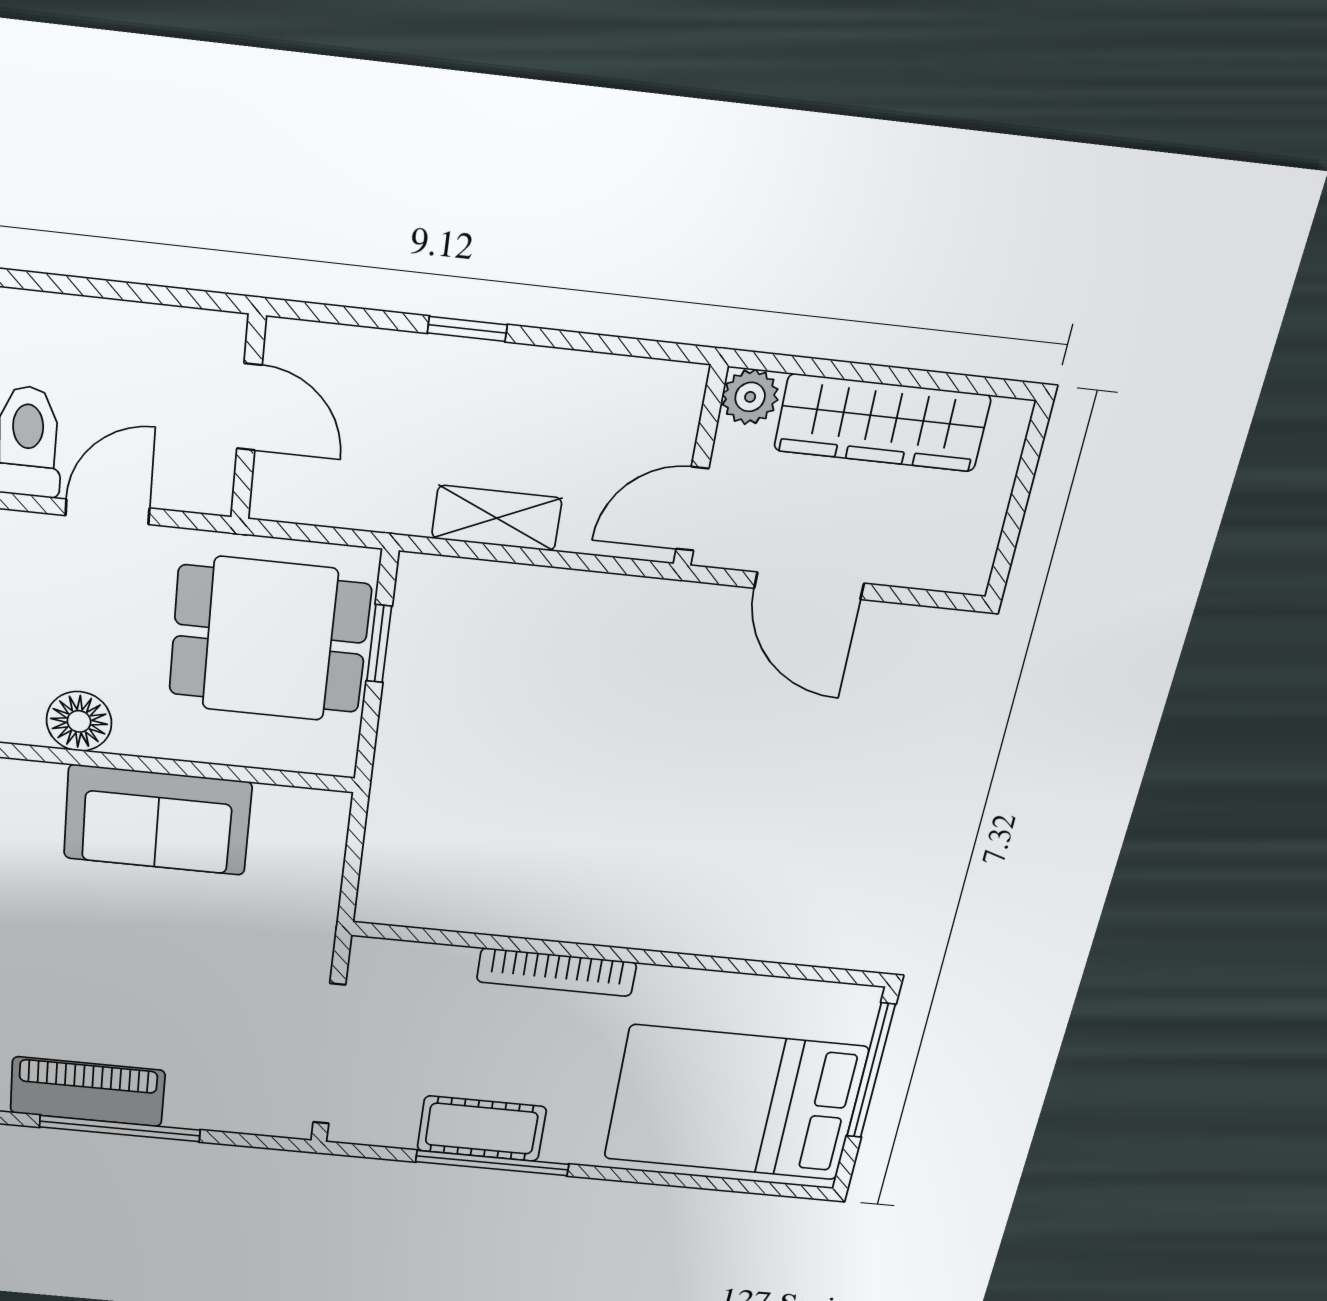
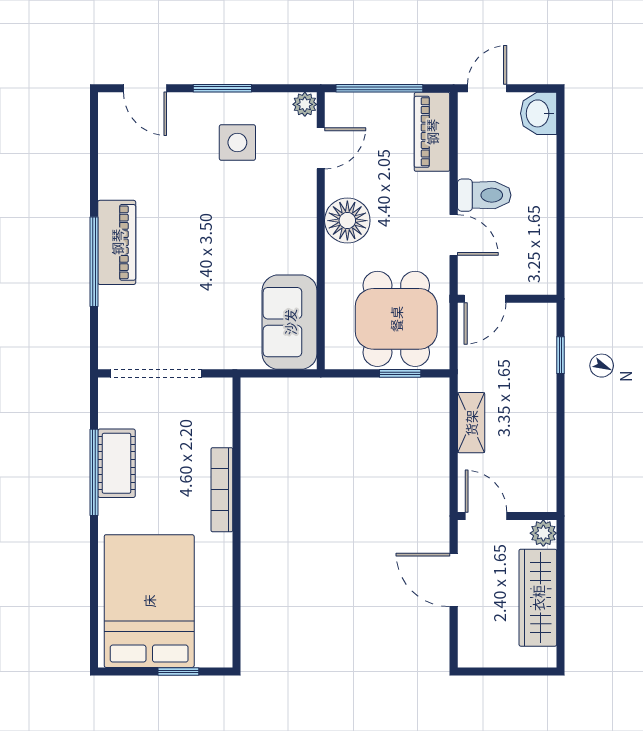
window: (467, 329) -> (561, 355), moved
door: (249, 407) -> (485, 299), moved
door: (809, 586) -> (454, 580), hinge flipped
floor lamp: (79, 721) -> (347, 221), width x1.38, depth x1.38
sofa: (157, 820) -> (290, 322), moved
window: (871, 1071) -> (178, 671), width x0.46

